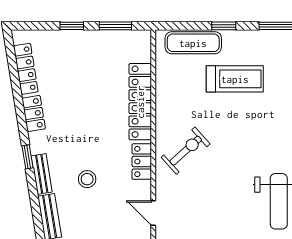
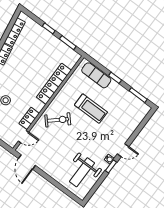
treadmill: (235, 79) -> (91, 109), moved
locker: (142, 162) -> (29, 118), moved
door: (153, 213) -> (23, 137), swing flipped

